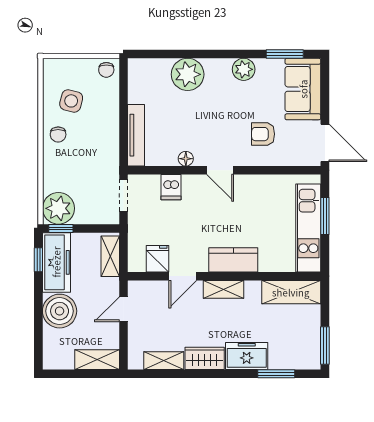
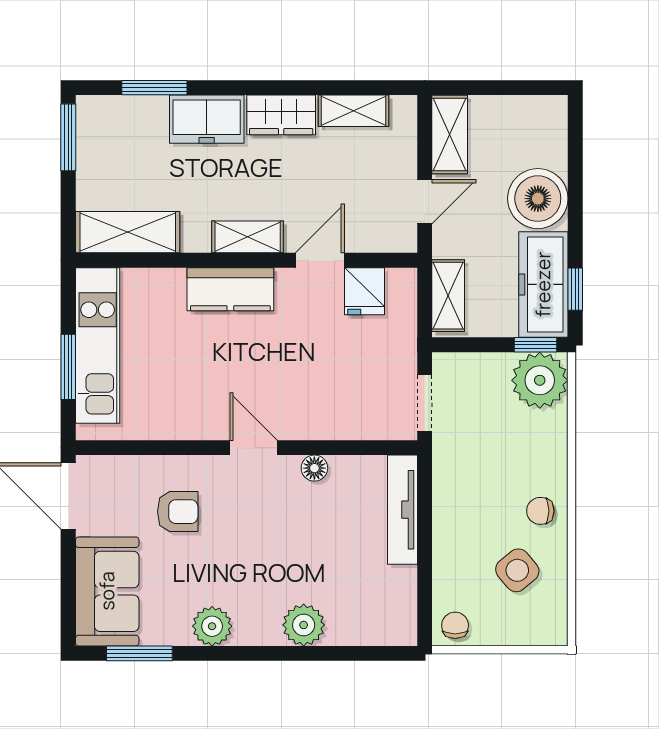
plant: (188, 74) -> (304, 625), width x0.73, depth x0.73
side table: (71, 101) -> (517, 570), turned 36
chair: (58, 135) -> (540, 511), turned -90
dishwasher: (171, 187) -> (341, 418), removed
shelving: (97, 360) -> (450, 135), moved, turned 90

